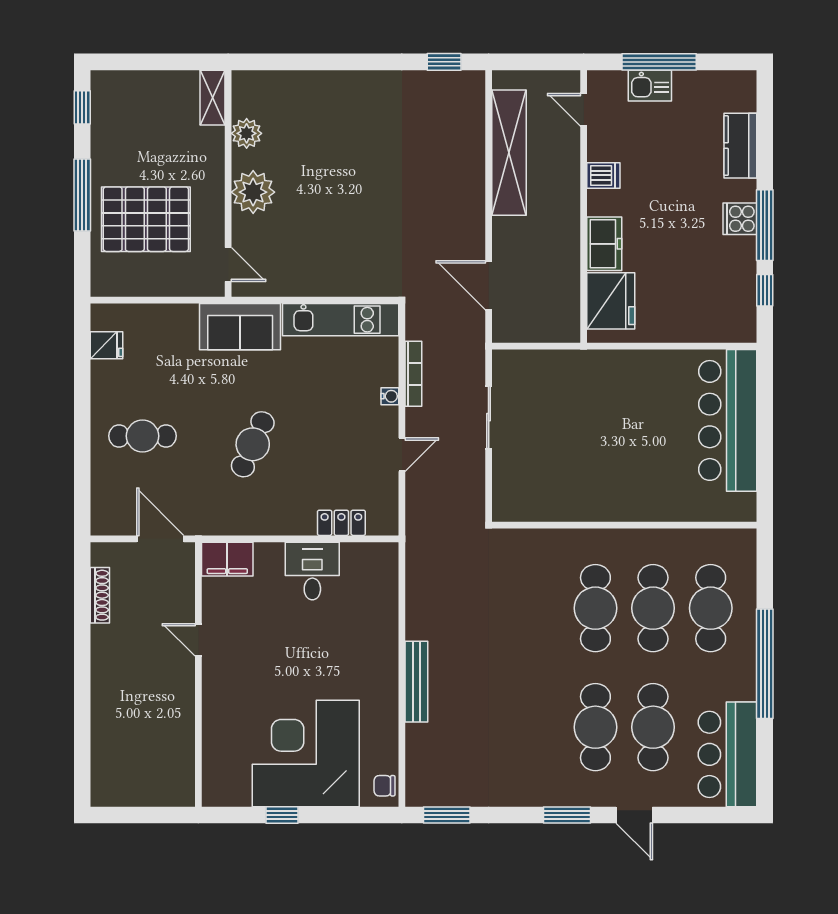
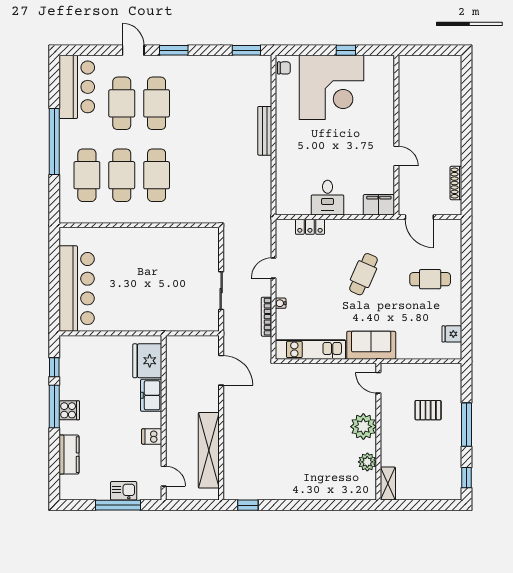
pallet: (146, 219) -> (428, 410), width x0.49, depth x0.50

